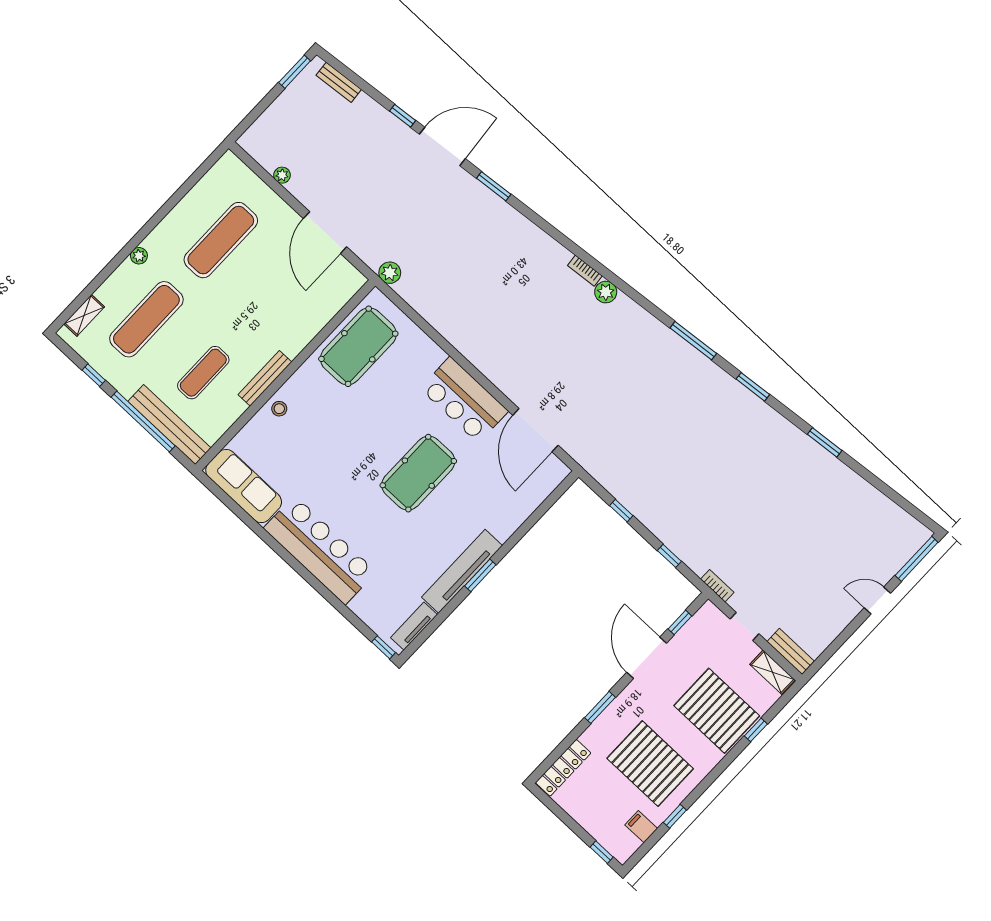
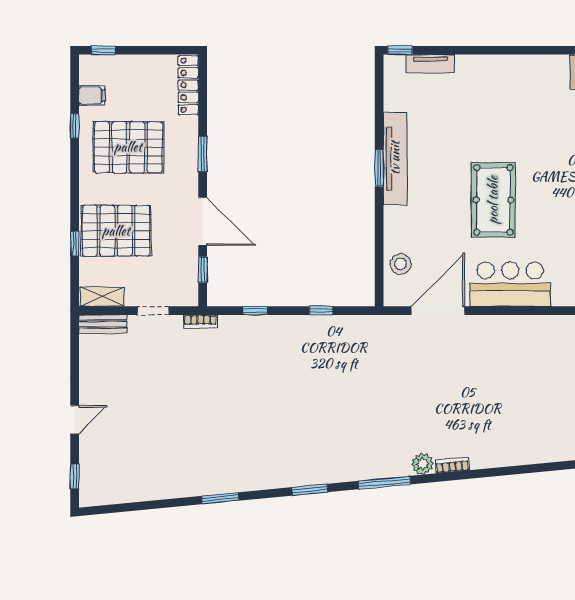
bookcase: (585, 271) -> (452, 465), moved
plant: (606, 292) -> (422, 464), moved
door: (535, 430) -> (438, 311), hinge flipped
stool: (531, 490) -> (400, 264), added
bar counter: (320, 550) -> (512, 77), removed
window: (917, 559) -> (75, 476), width x0.46
tv unit: (414, 626) -> (430, 64), moved, turned 90

